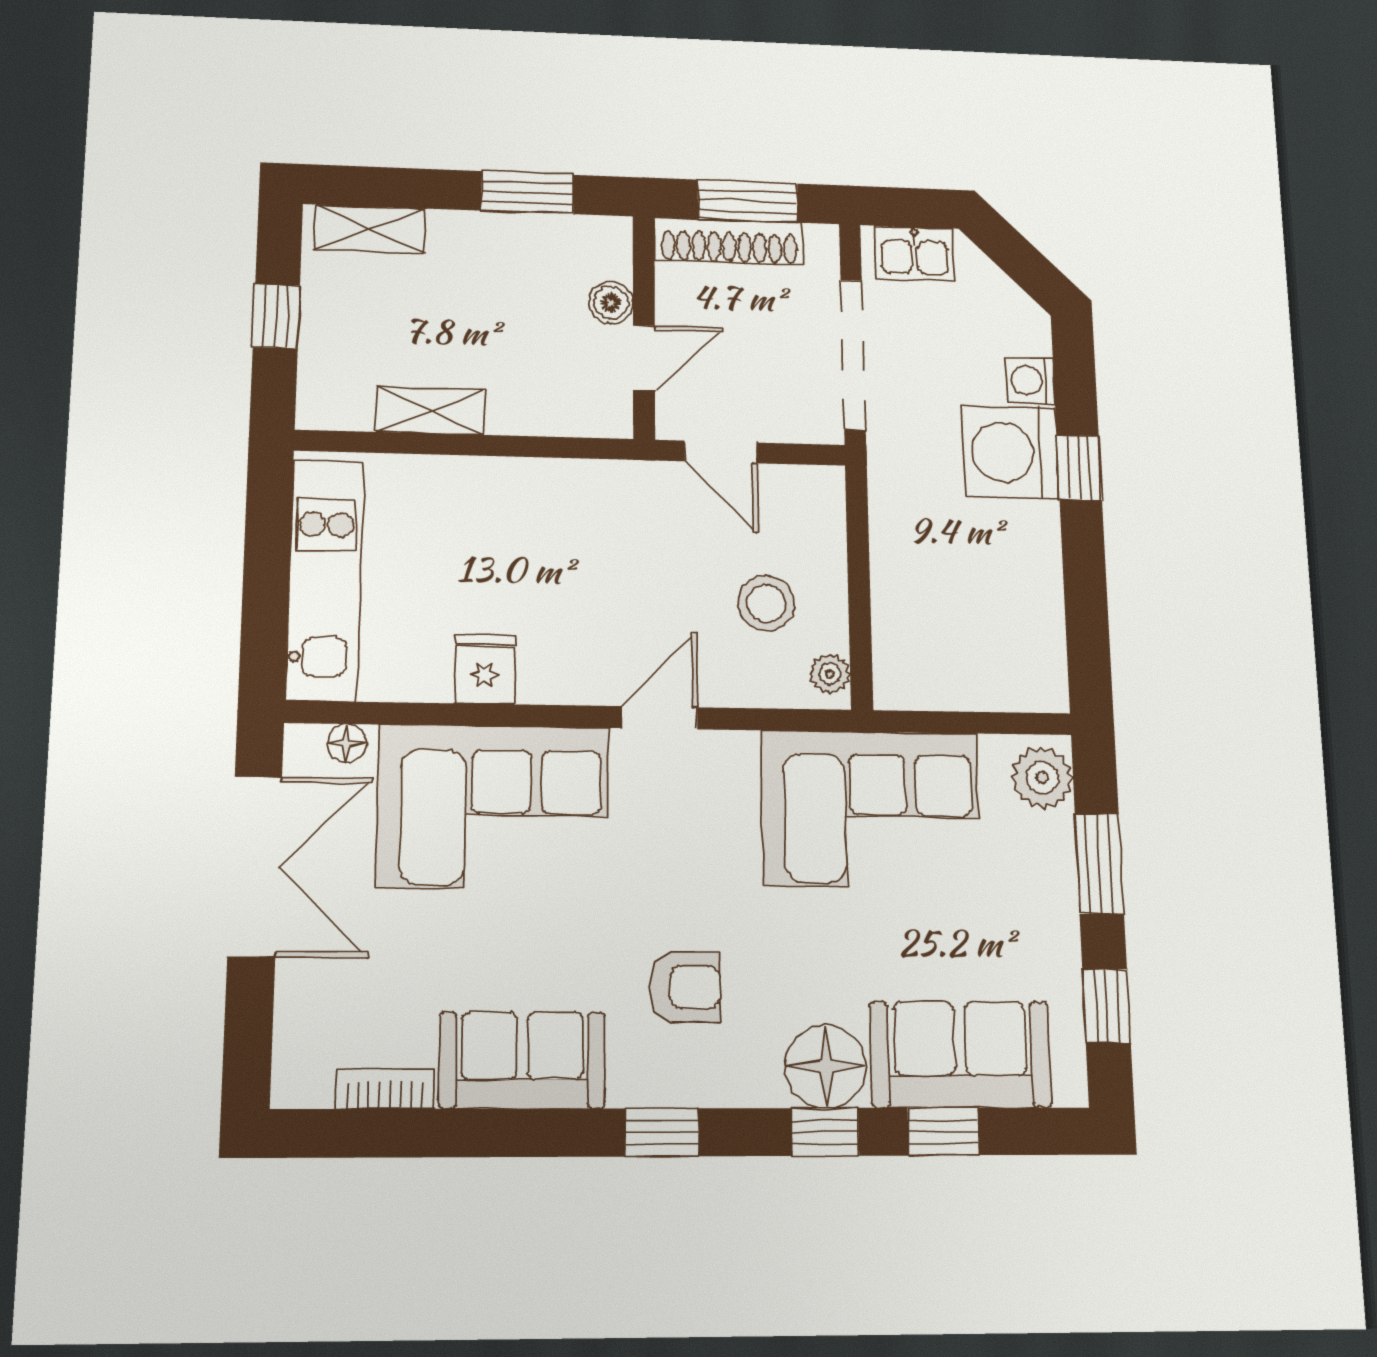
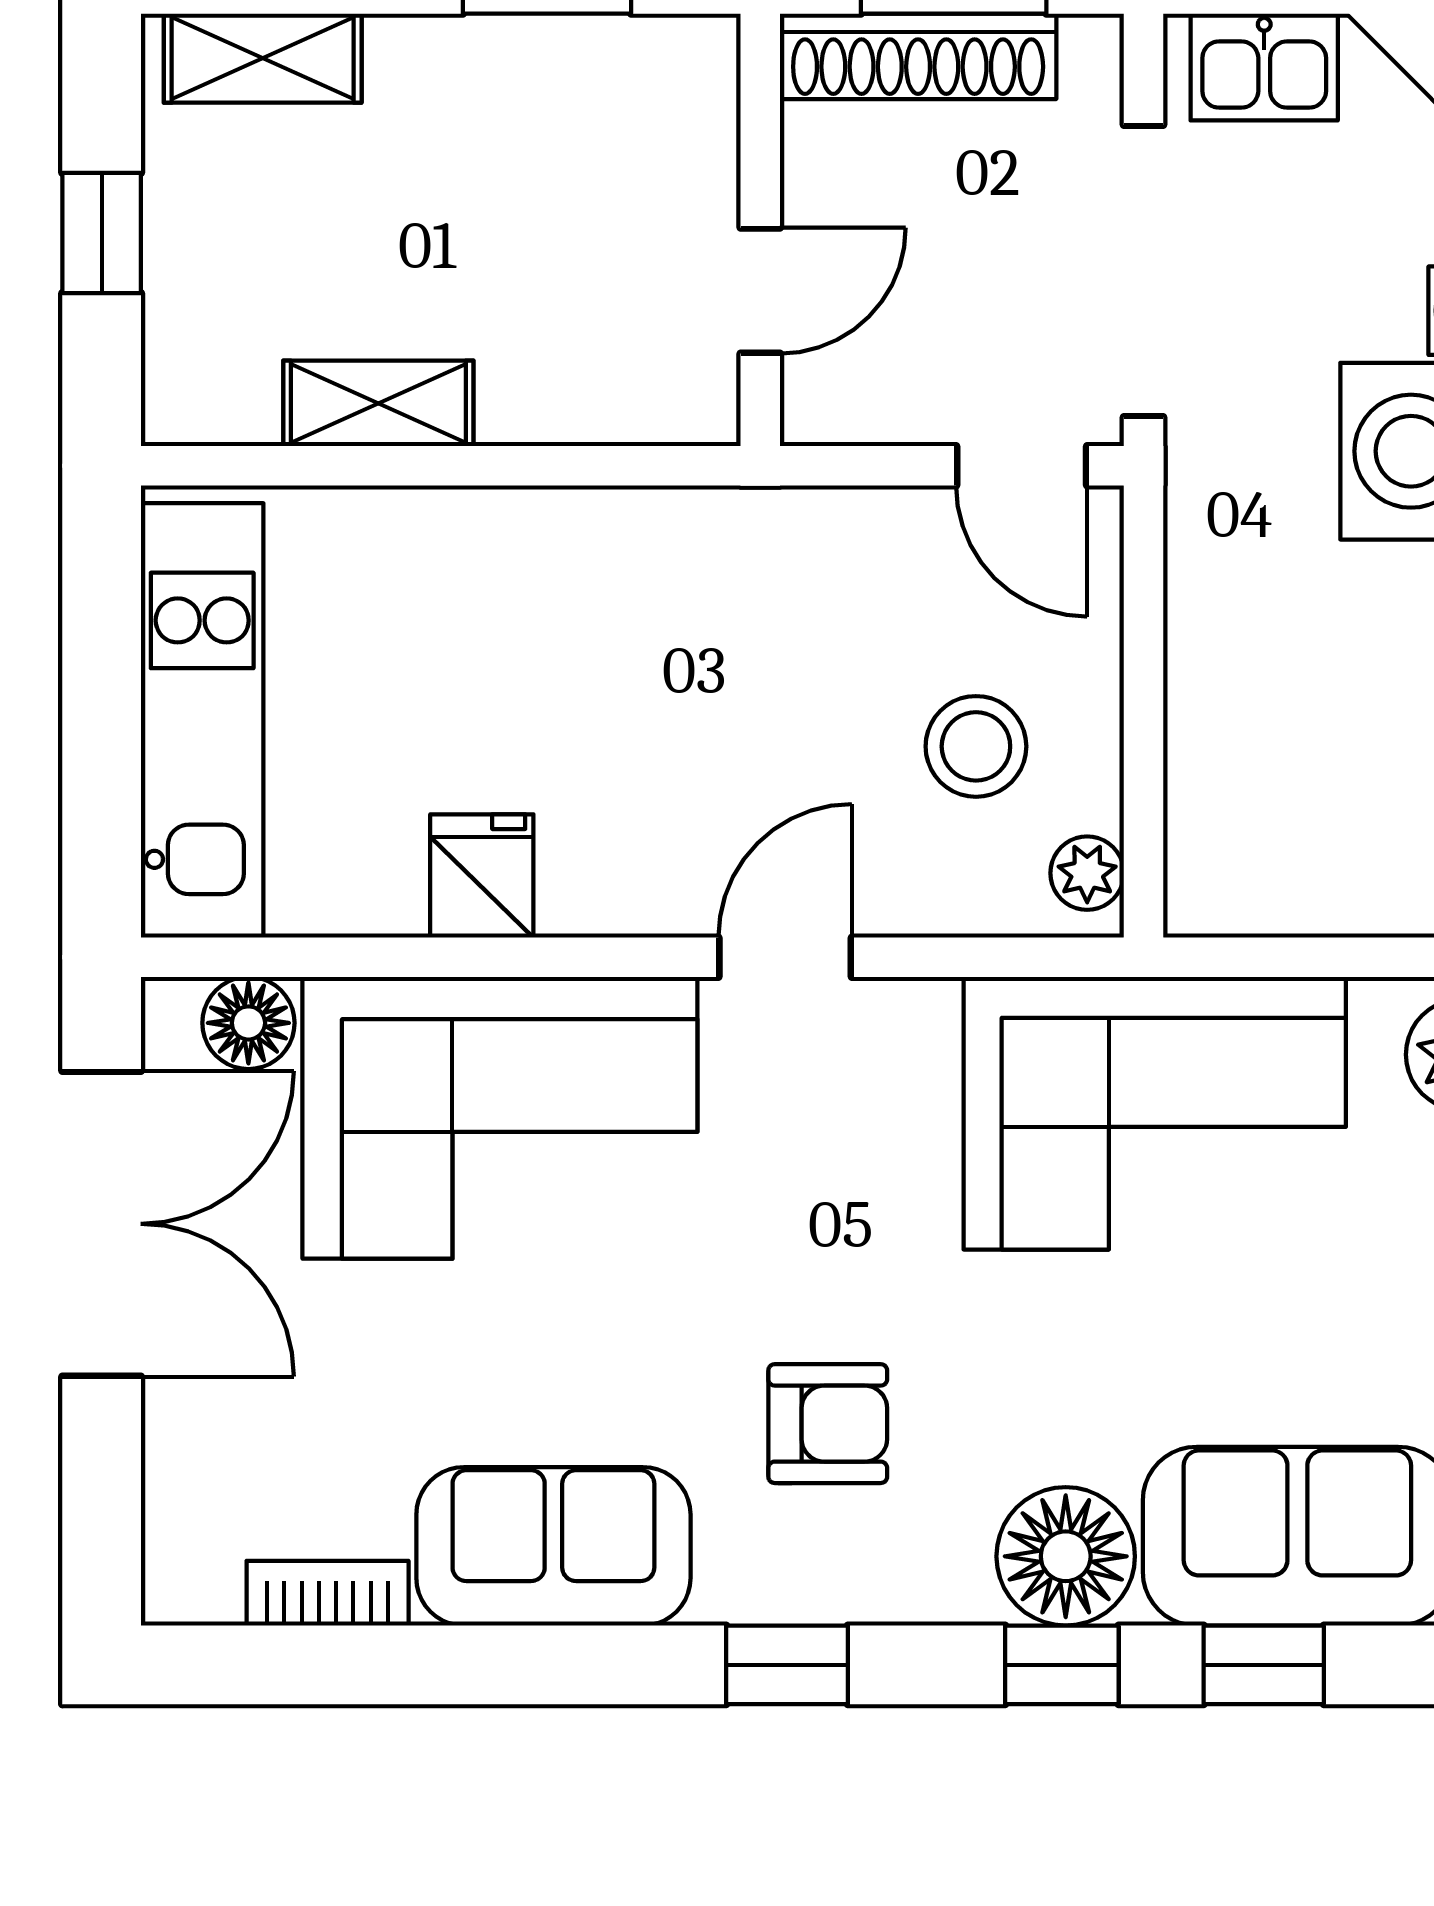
boiler: (611, 303) -> (700, 185), removed
door: (721, 452) -> (1022, 466), moved
floor lamp: (347, 743) -> (248, 1023), width x1.37, depth x1.37

